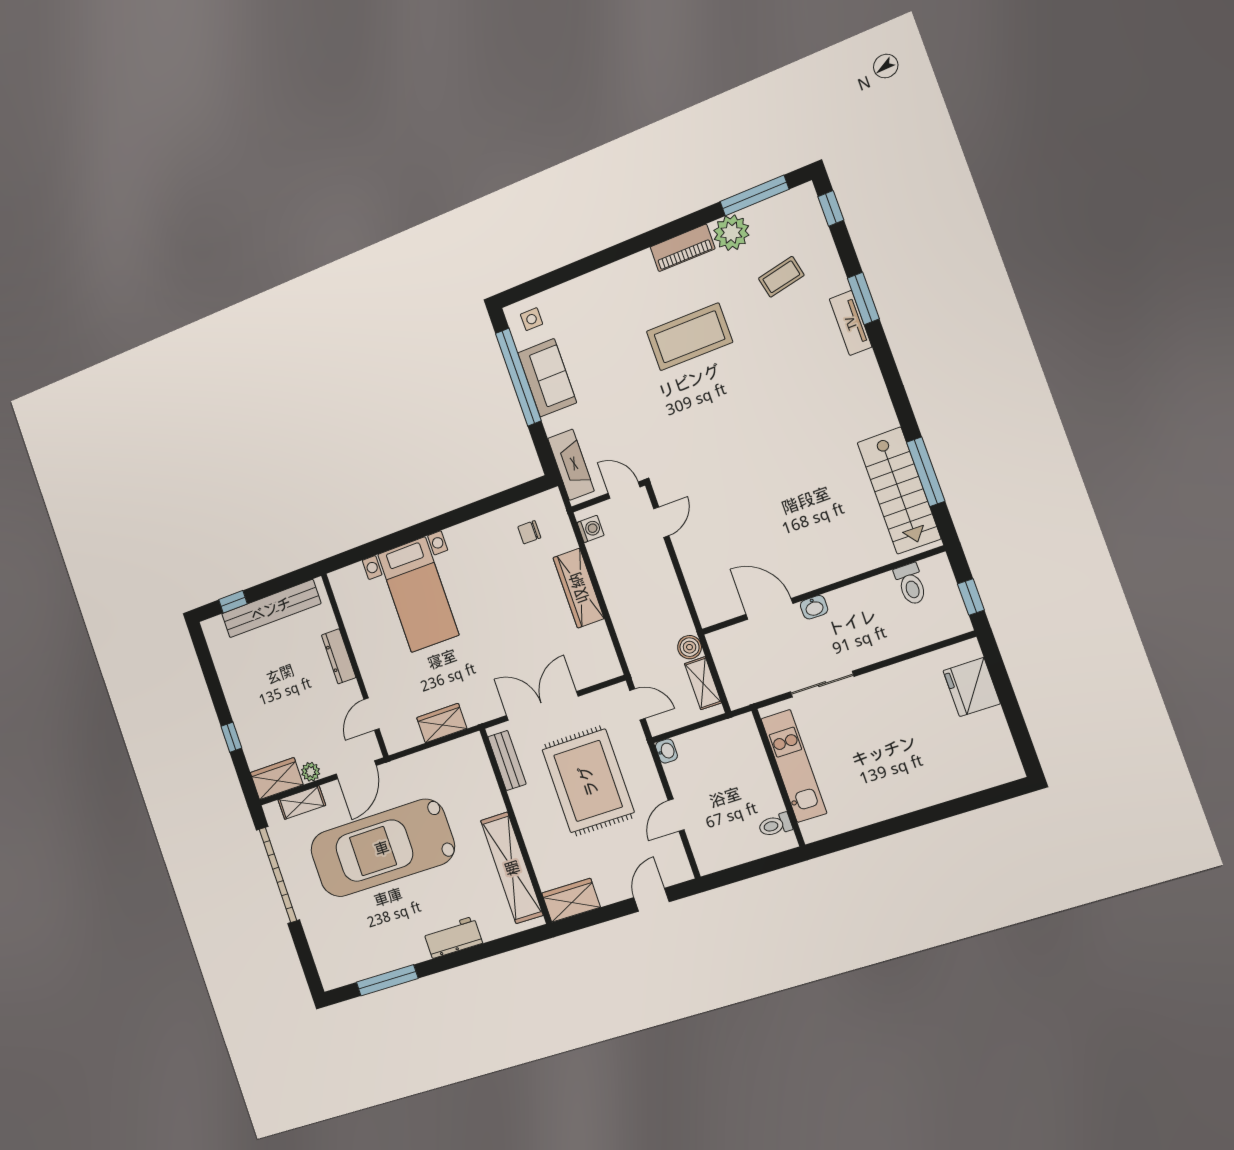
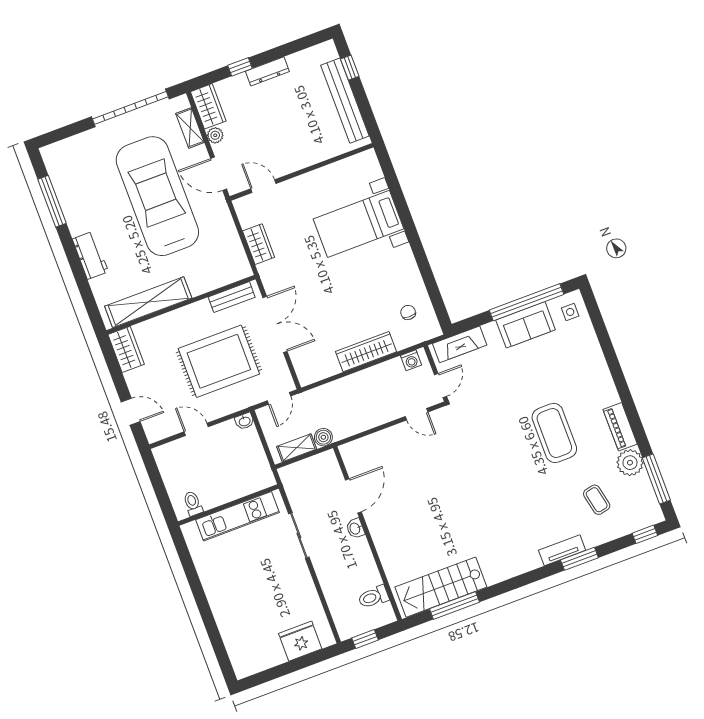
dresser: (339, 656) -> (267, 71), moved, turned 180

